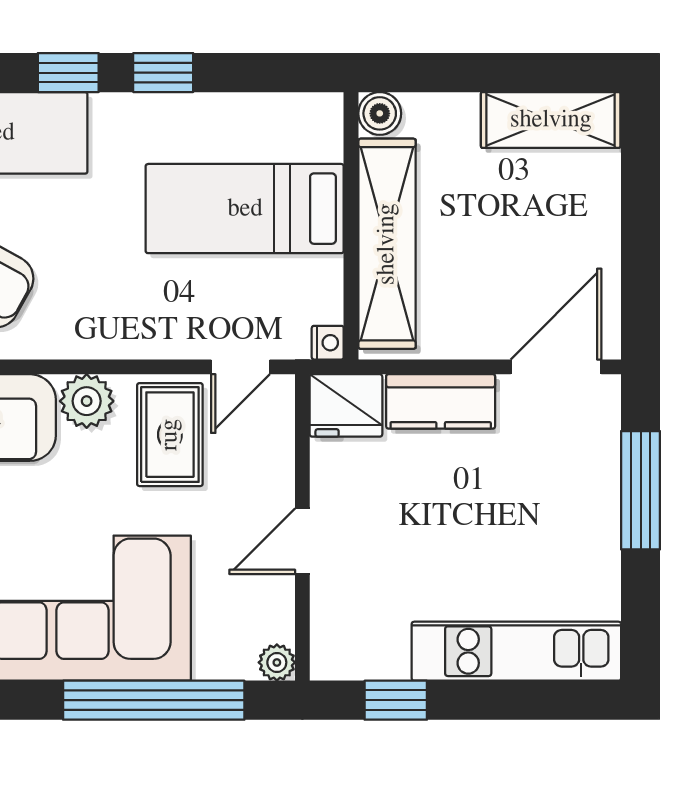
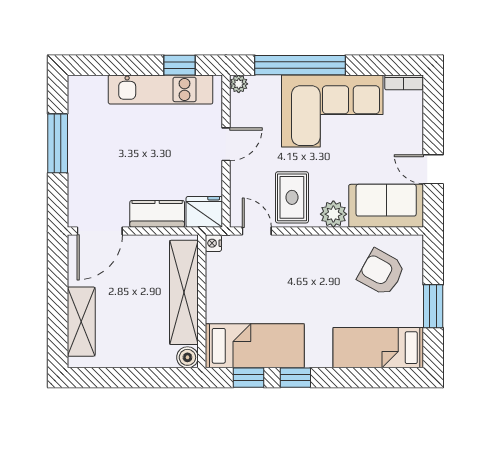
window: (68, 73) -> (249, 378), moved
shelving: (551, 120) -> (81, 322), moved, turned 90
bed: (245, 209) -> (255, 346), moved
door: (240, 367) -> (257, 231), hinge flipped
window: (641, 490) -> (58, 143), moved
kitchen unit: (516, 651) -> (161, 89), moved

